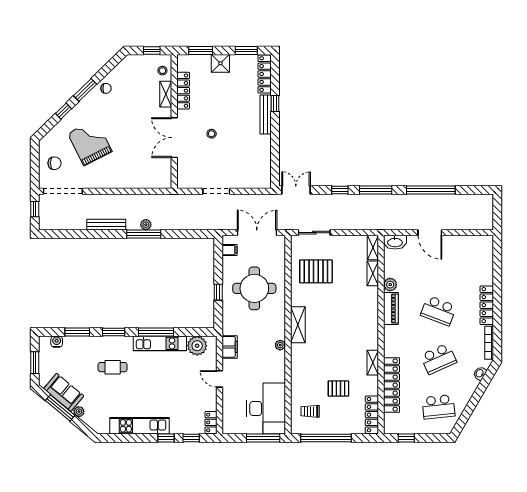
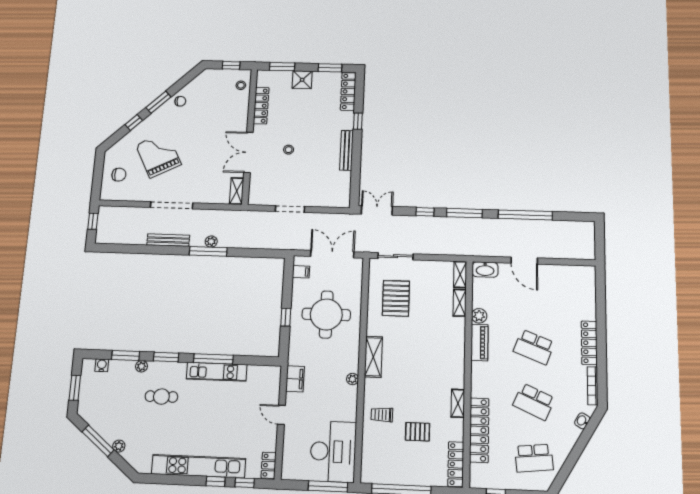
shelving: (166, 94) -> (237, 191), moved
bench: (266, 114) -> (347, 150), moved
doorway: (63, 191) -> (172, 205), moved
pallet: (316, 271) -> (396, 298), turned 90
plant: (197, 346) -> (141, 366), moved, width x0.53, depth x0.53
school desk: (438, 359) -> (534, 402), turned 48
sofa: (64, 392) -> (104, 423), removed
trolley: (310, 411) -> (382, 415), moved
kitchen unit: (139, 426) -> (199, 466), width x1.36

